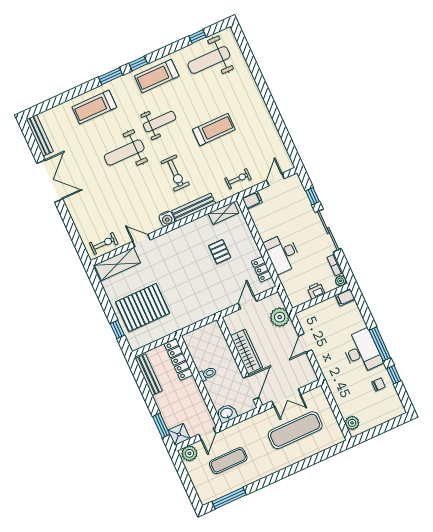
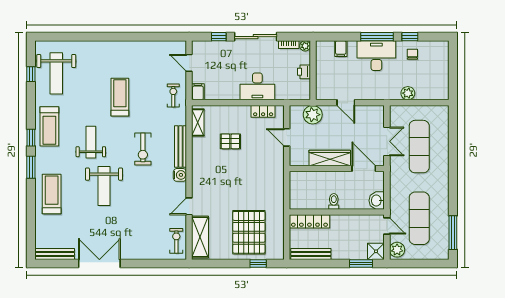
treadmill: (94, 107) -> (52, 194), turned 180
exercise bike: (175, 173) -> (143, 149), turned 90
filing cabinet: (345, 297) -> (341, 49), moved
plant: (352, 423) -> (408, 93), moved
exercise mat: (228, 461) -> (419, 218), width x1.36, depth x1.45

